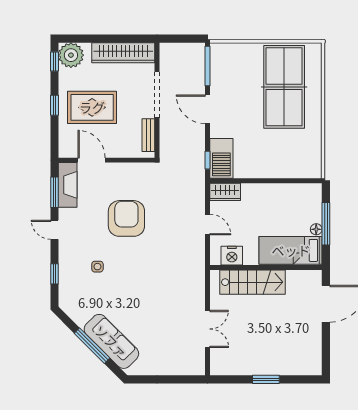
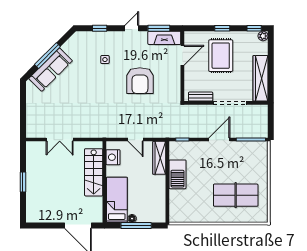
plant: (71, 55) -> (263, 36), width x0.53, depth x0.53
table tennis table: (284, 87) -> (236, 195), width x0.73, depth x0.76
barbecue: (221, 158) -> (178, 174), moved, turned -90
wardrobe: (225, 192) -> (159, 158), width x1.50
armchair: (126, 218) -> (140, 81), turned 90
door: (207, 225) -> (136, 140), hinge flipped

